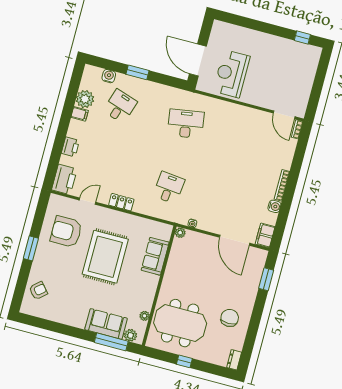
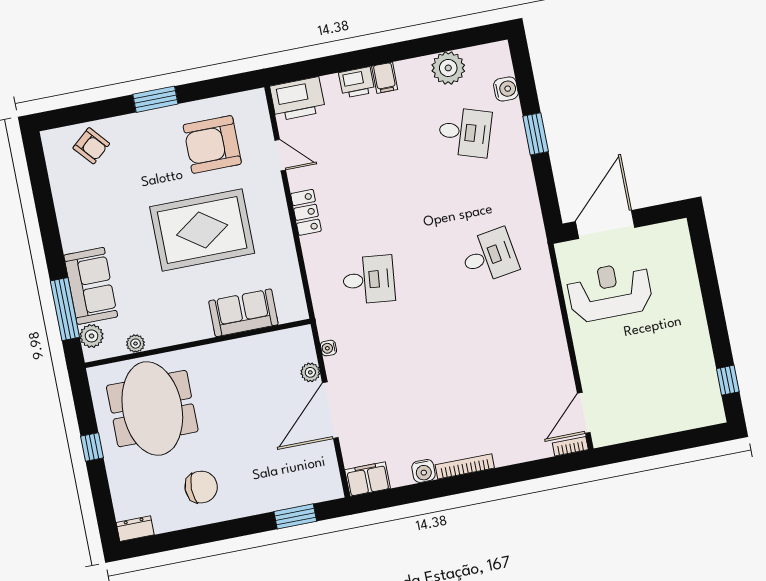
filing cabinet: (80, 114) -> (385, 78), moved
desk: (186, 124) -> (489, 256), width x0.73
armchair: (66, 232) -> (212, 144), turned -90
plant: (180, 233) -> (310, 372), moved
door: (235, 240) -> (330, 410), moved

